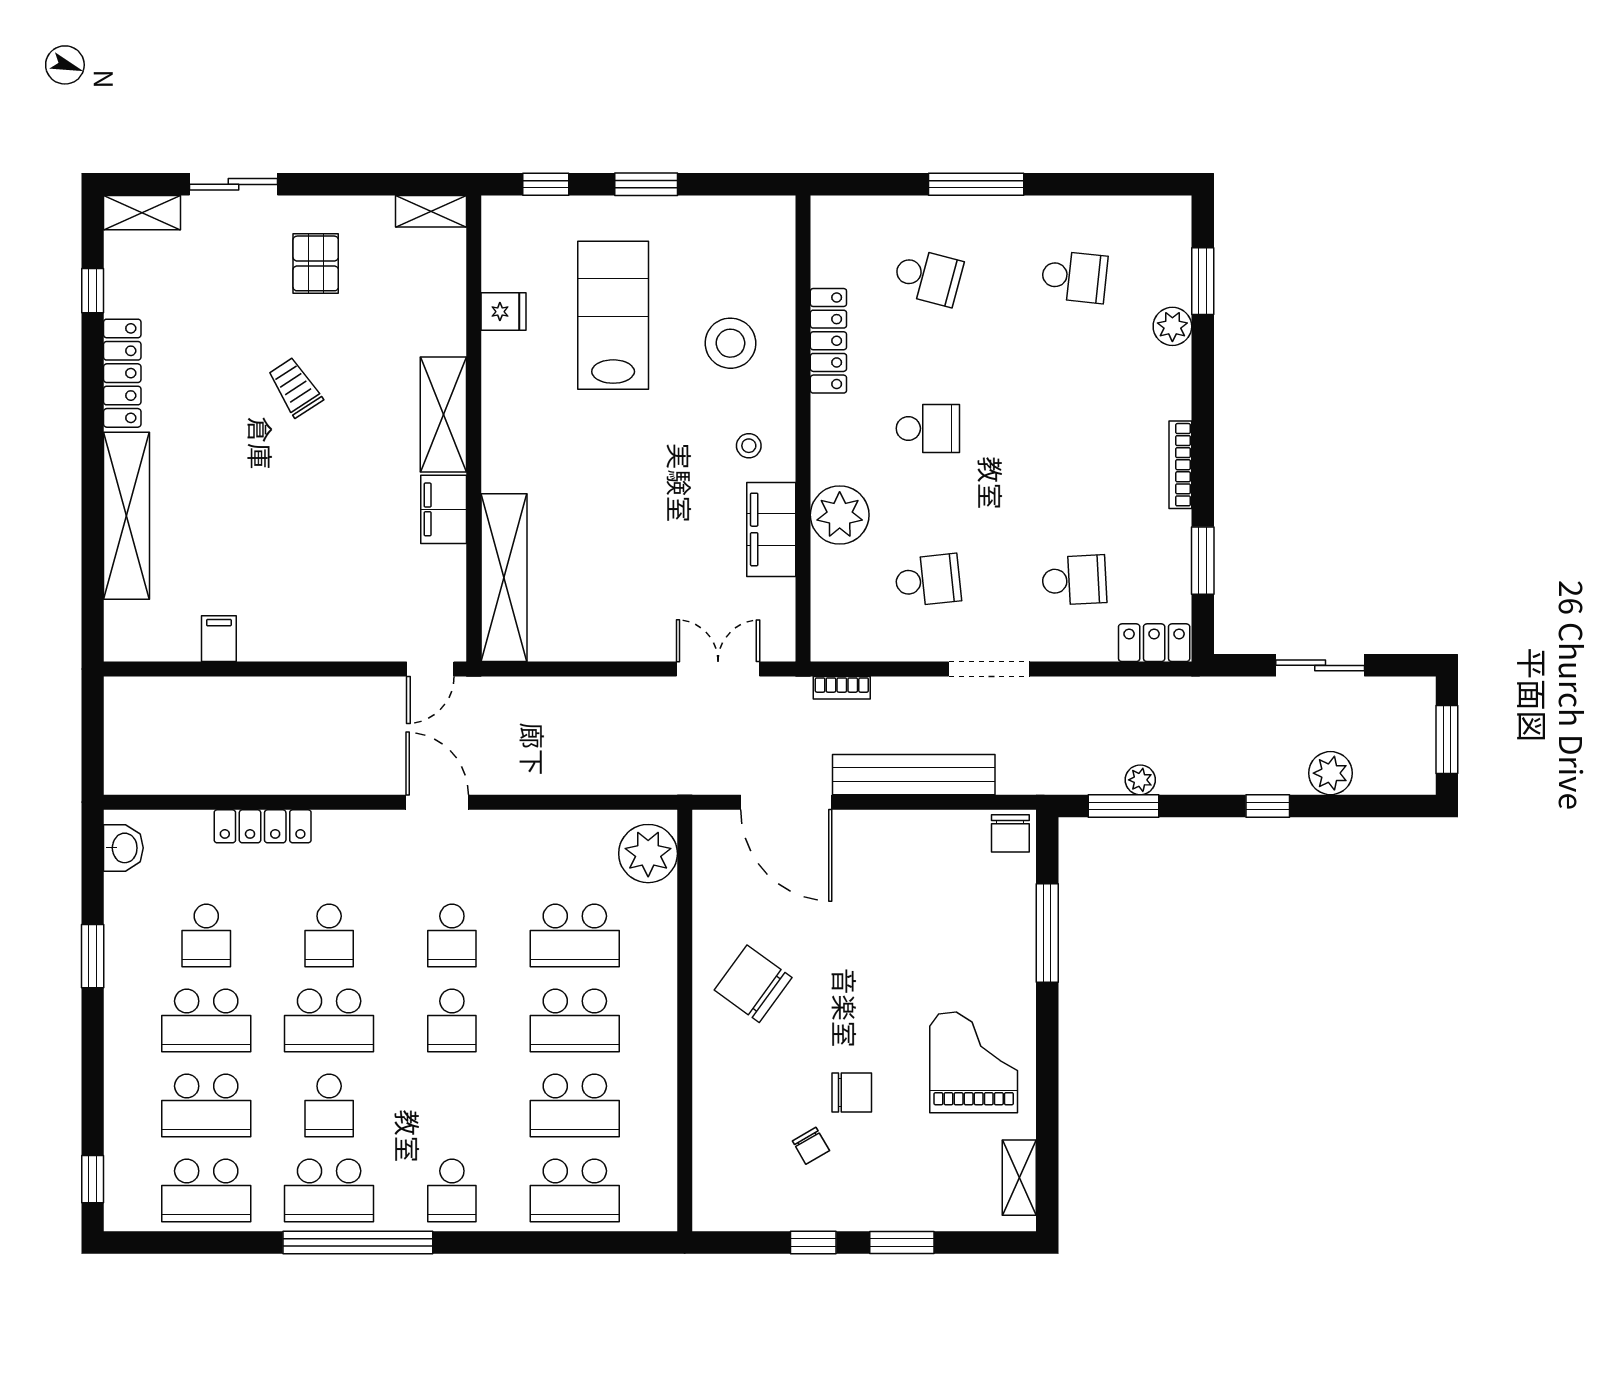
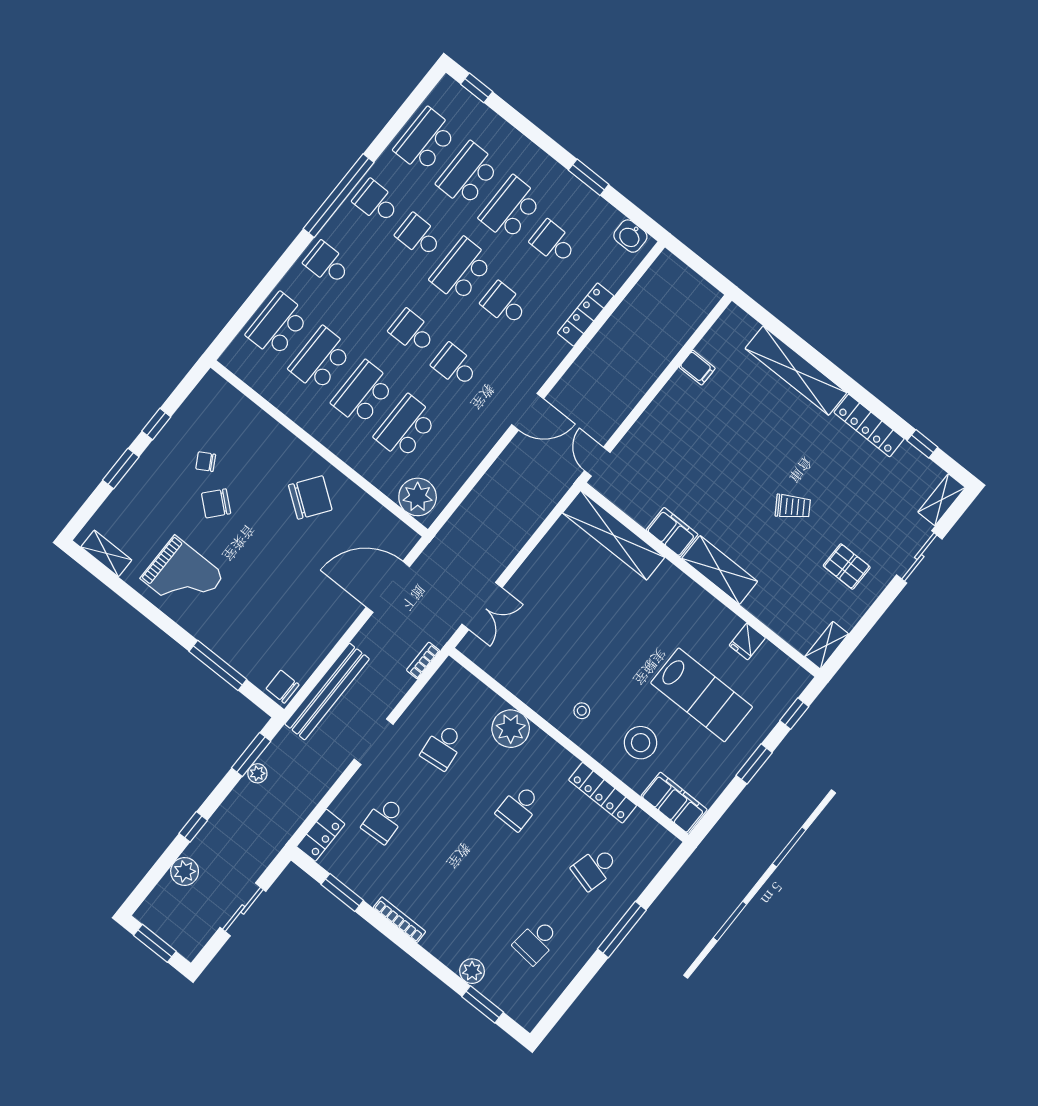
filing cabinet: (771, 529) -> (674, 803), moved
bench: (914, 775) -> (327, 691), moved
chair: (852, 1092) -> (216, 503), turned 41
school desk: (329, 1190) -> (376, 202), width x0.54

